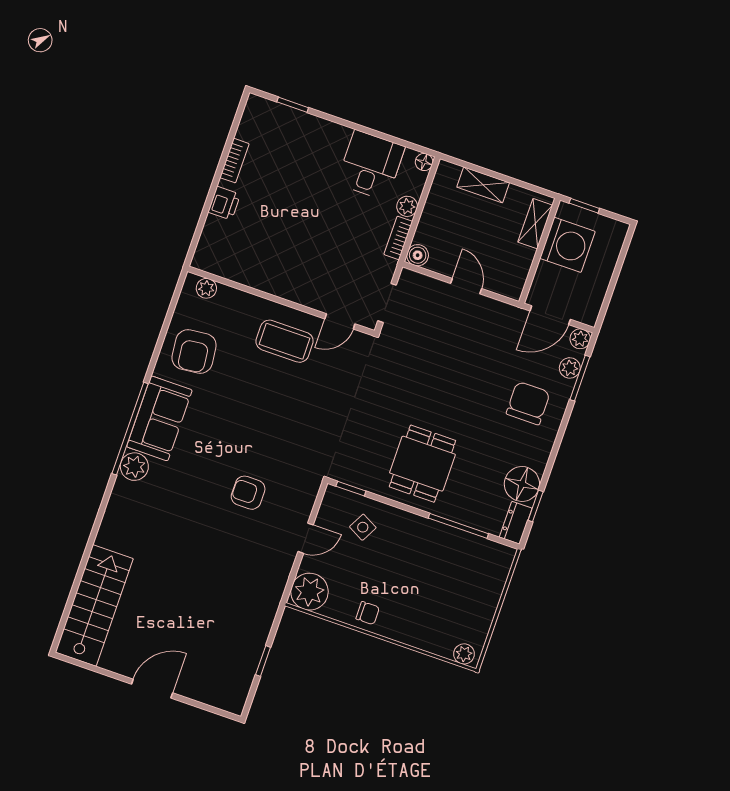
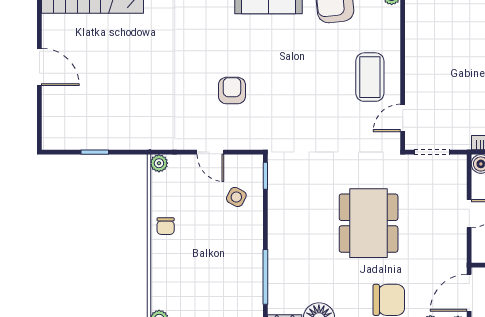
door: (550, 315) -> (469, 293), hinge flipped
door: (340, 321) -> (403, 118), hinge flipped
dining table: (422, 464) -> (369, 223), moved, width x1.38
plant: (309, 592) -> (159, 163), width x0.53, depth x0.53

